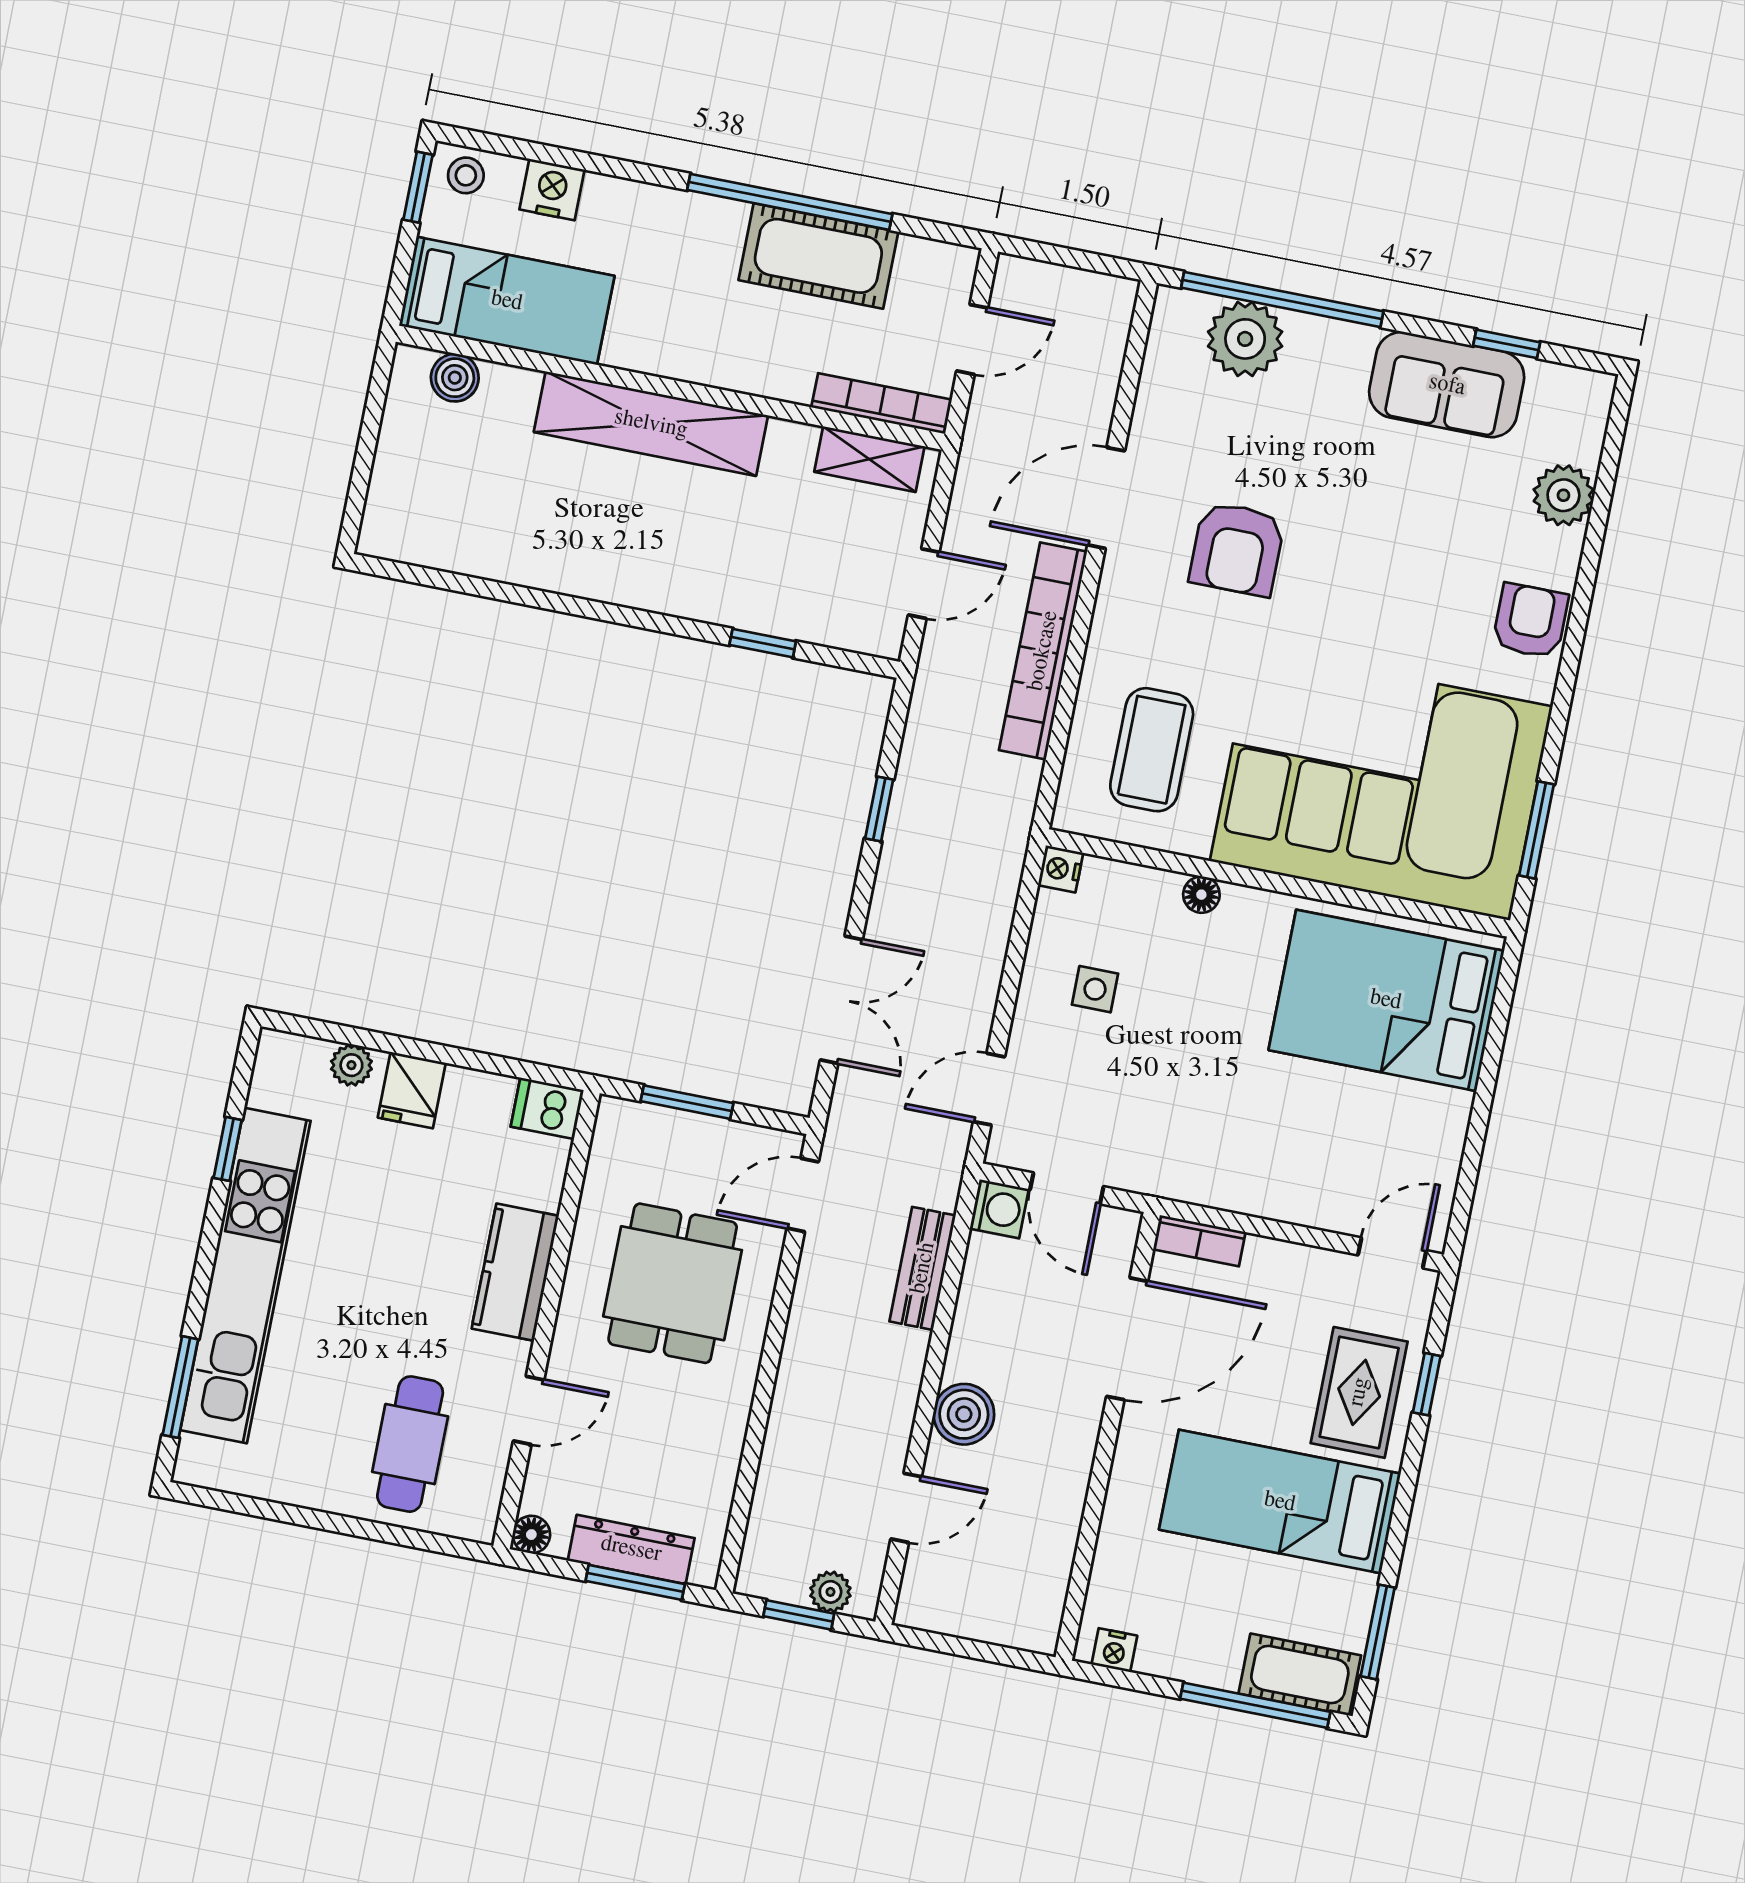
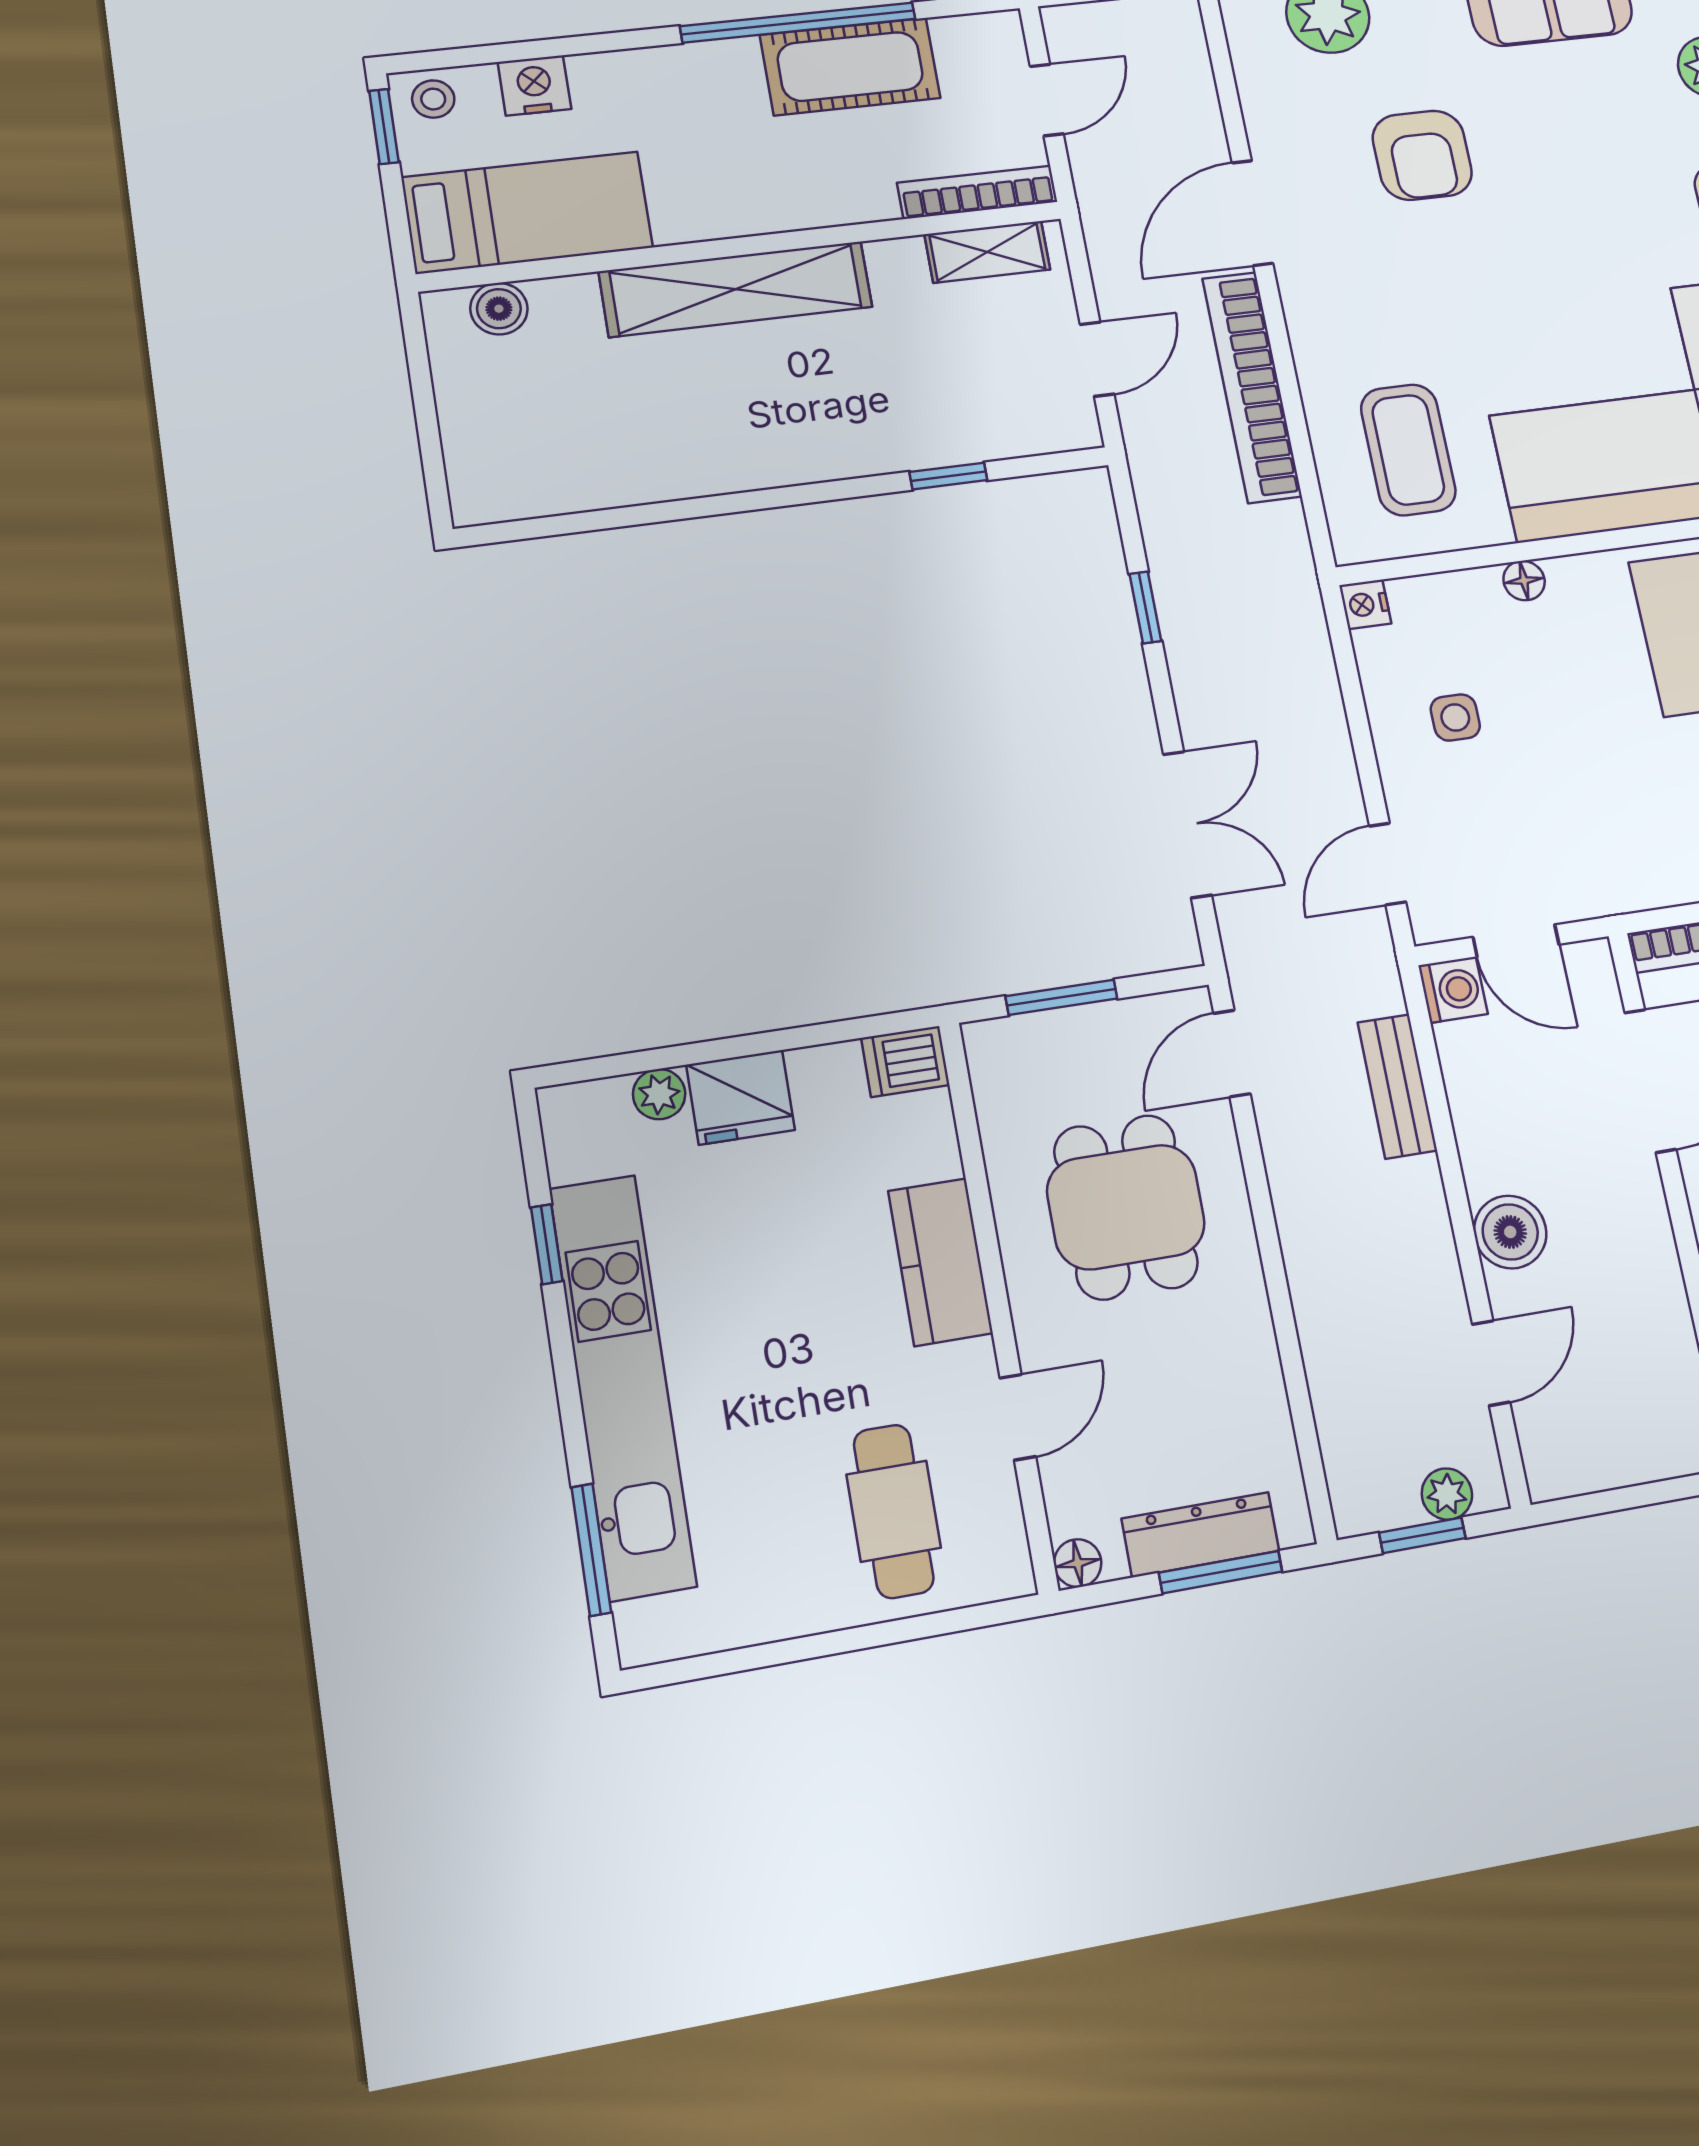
armchair: (1237, 549) -> (1422, 155), moved
fridge: (412, 1090) -> (741, 1097), width x1.38

